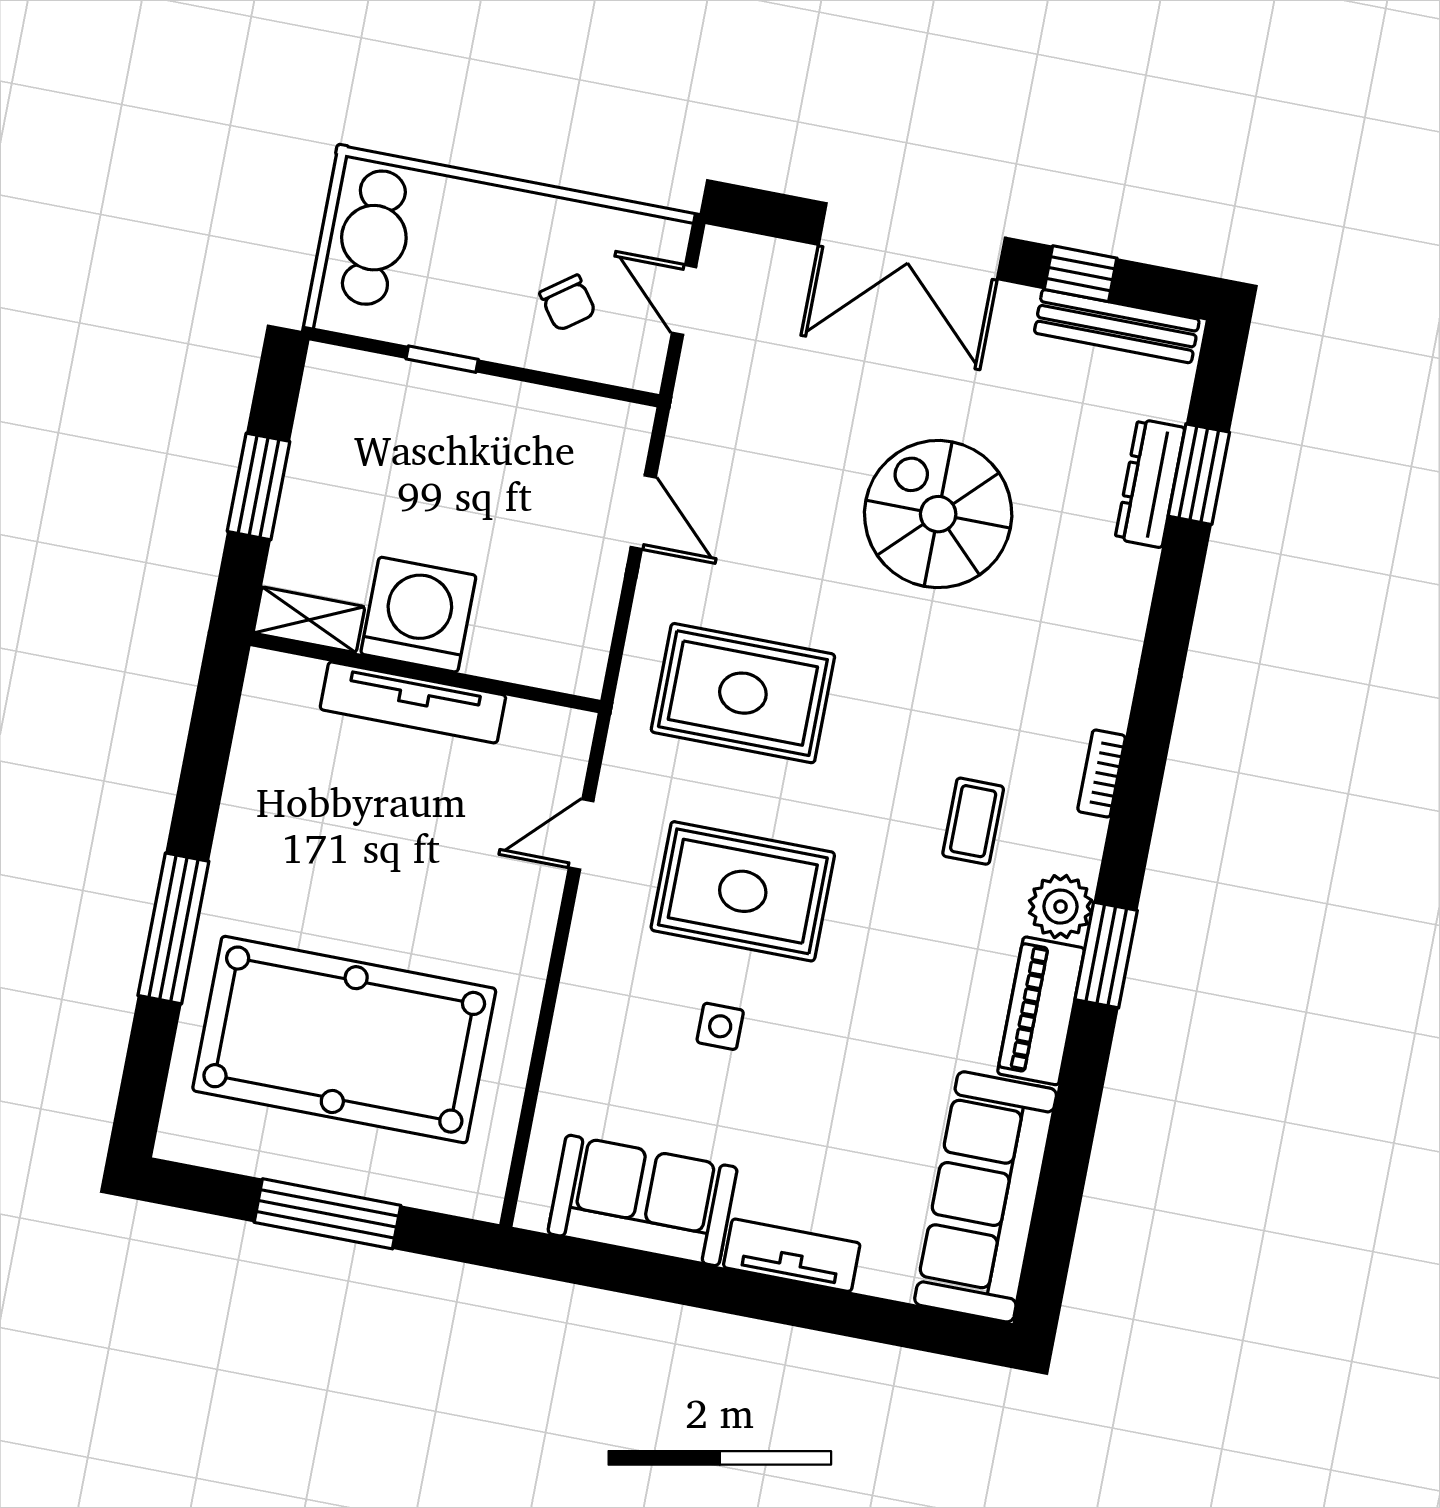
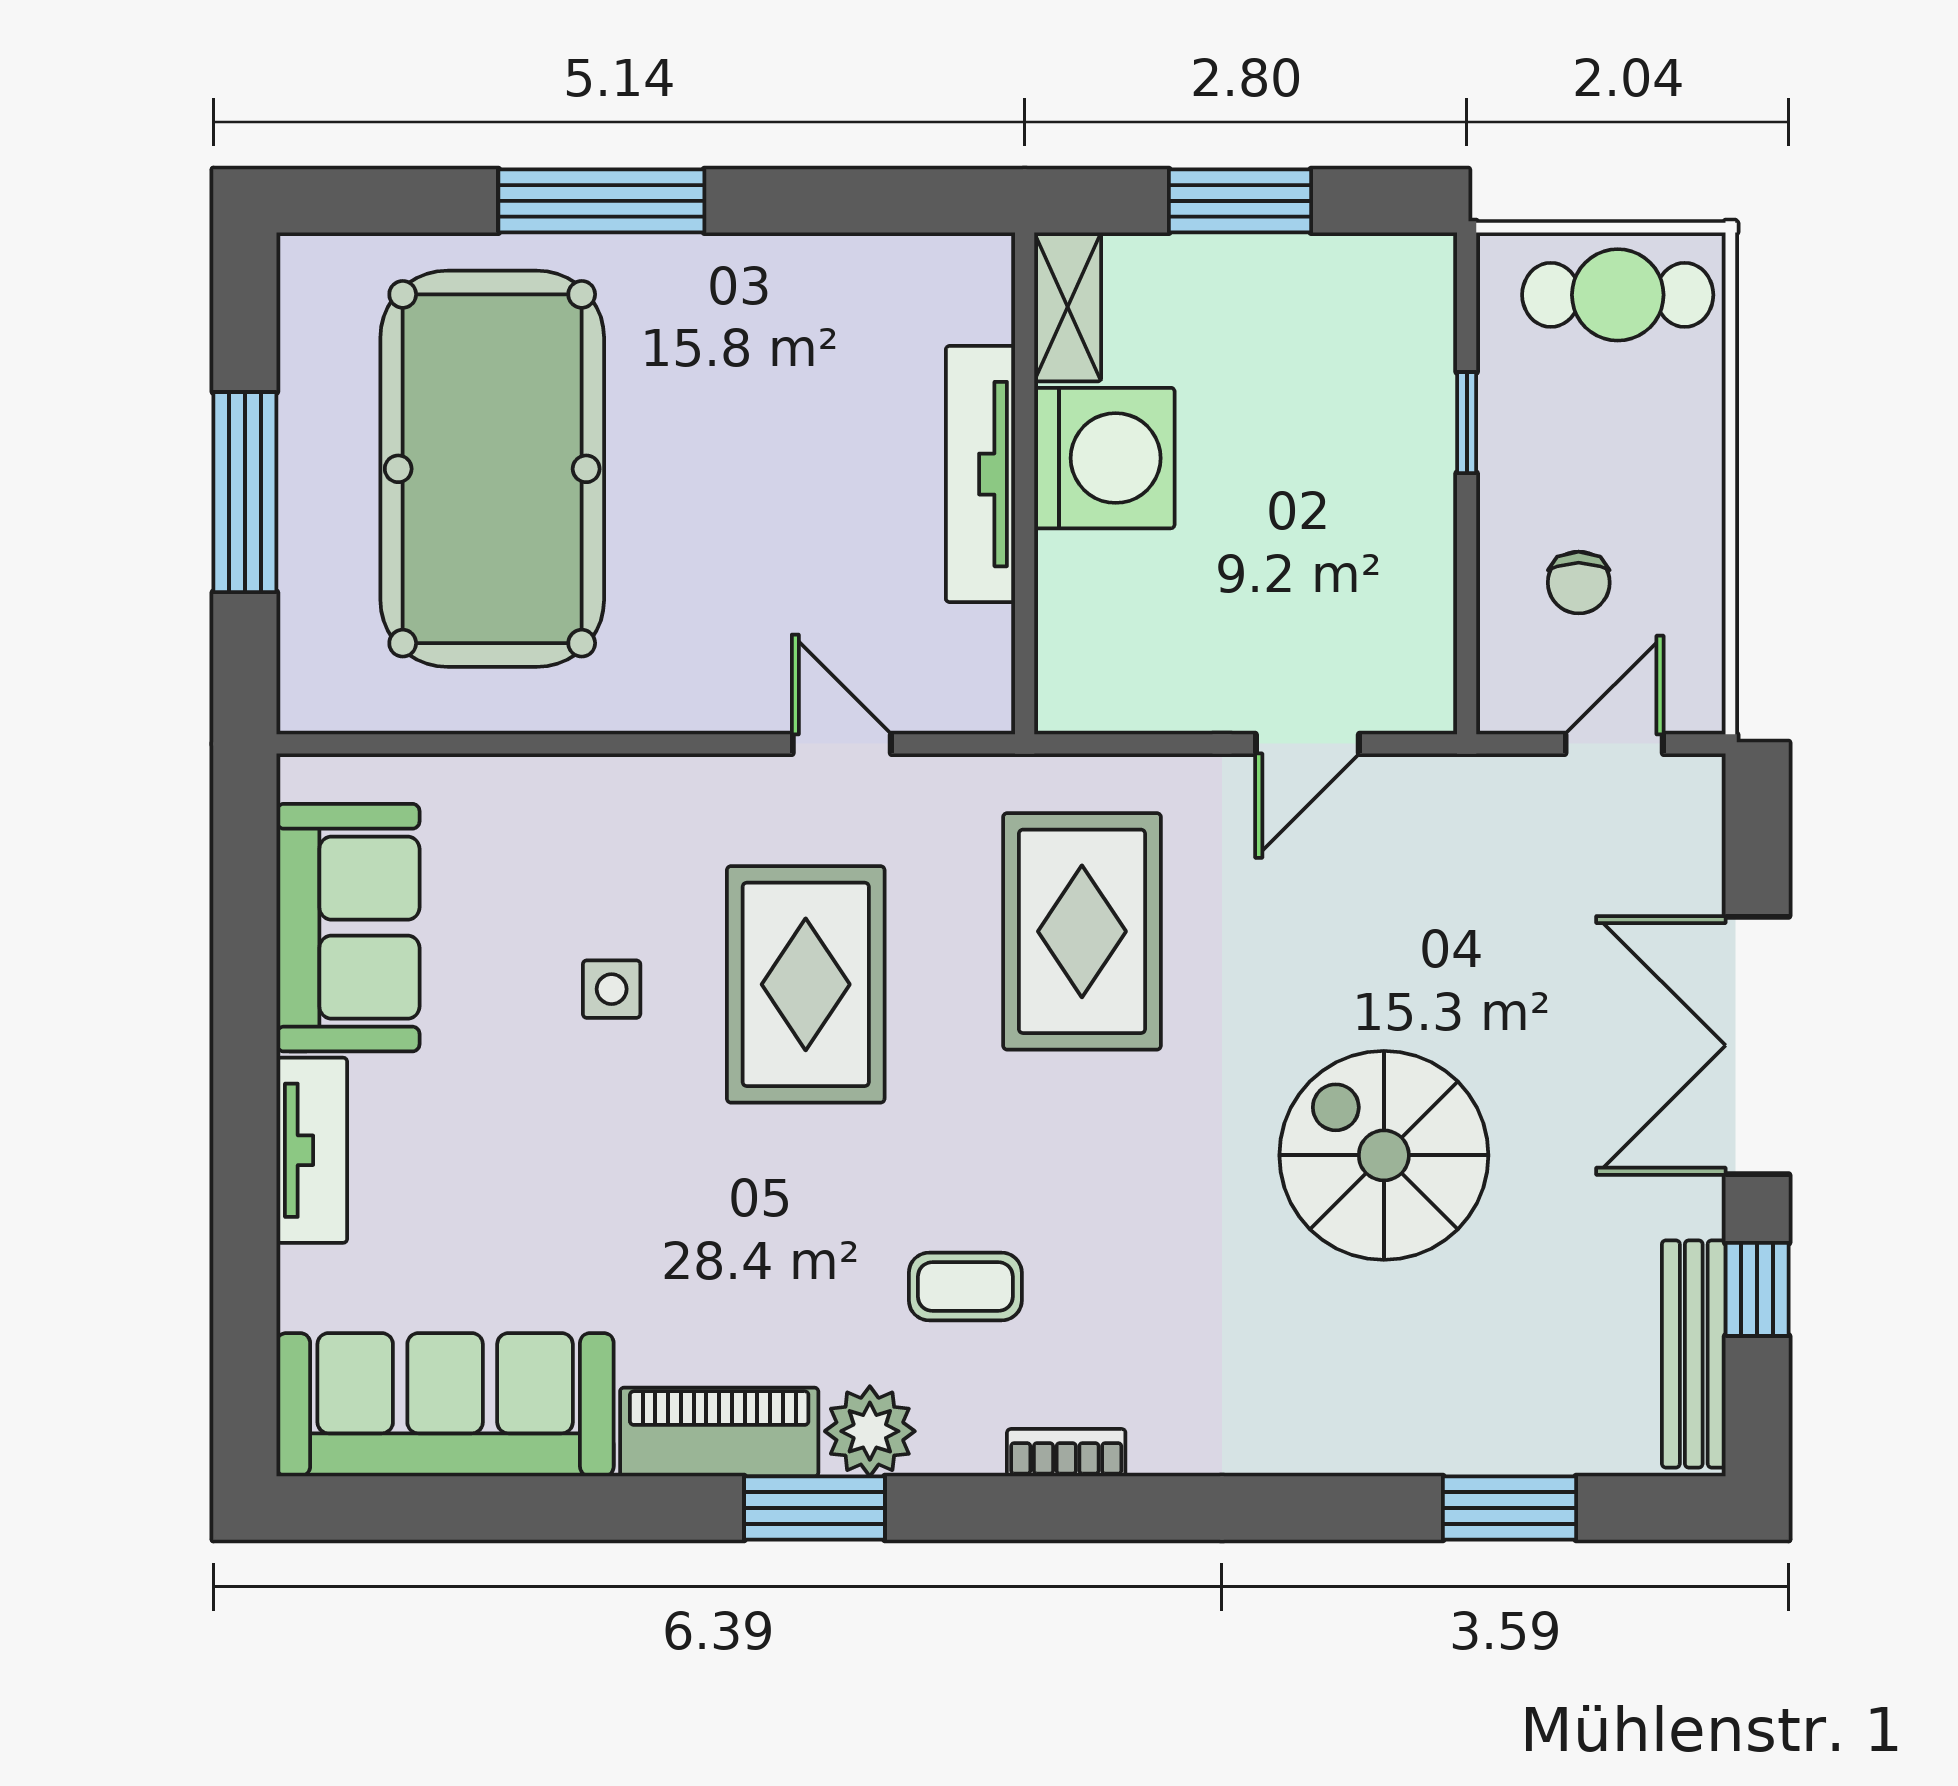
chair: (568, 303) -> (1579, 583), turned -54
dresser: (1150, 483) -> (1484, 1442), removed
spiral stairs: (938, 514) -> (1384, 1155), turned -90

